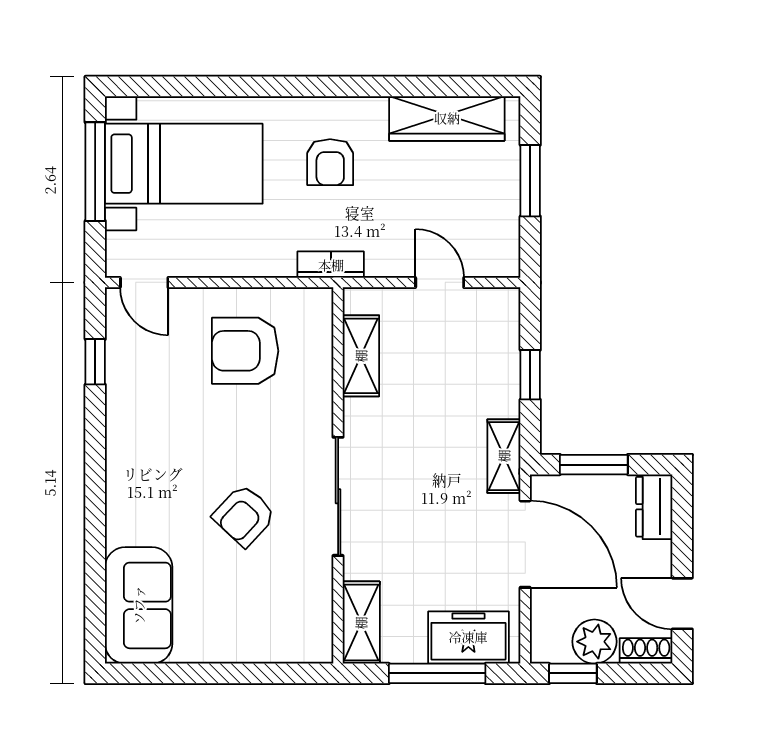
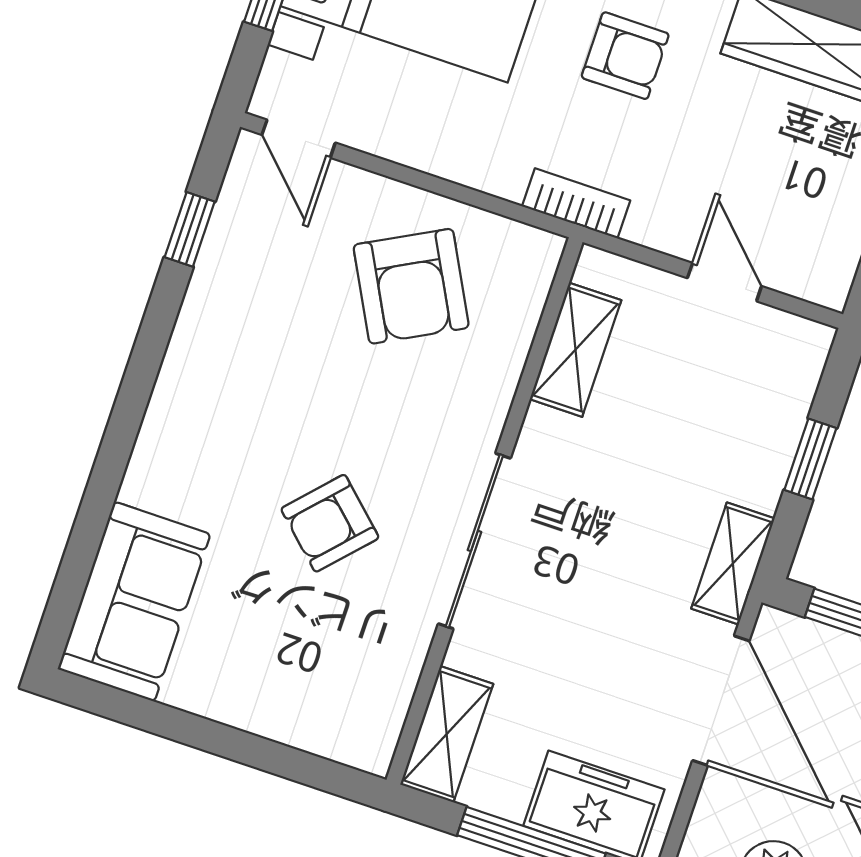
armchair: (330, 162) -> (625, 56), turned -90
armchair: (245, 351) -> (411, 286), turned -118

